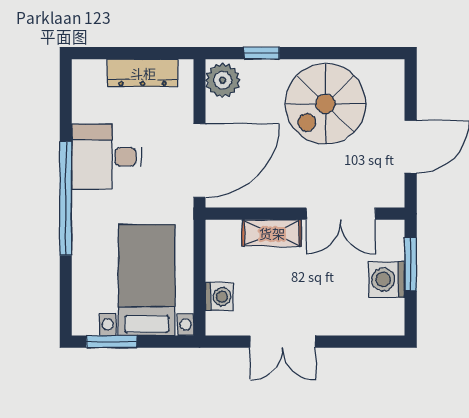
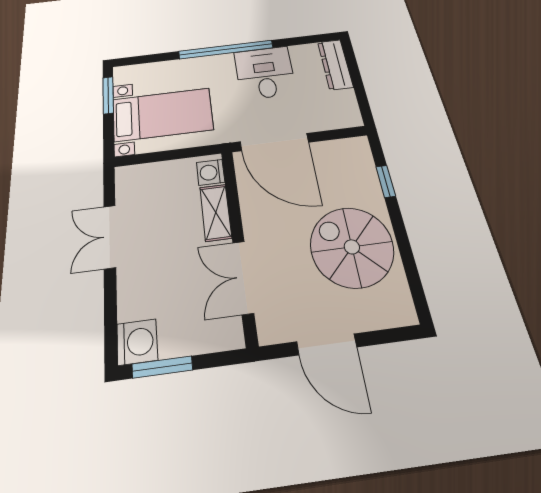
dresser: (143, 73) -> (335, 64), moved
plant: (223, 80) -> (351, 152), removed
window: (411, 264) -> (162, 367), moved
washing machine: (387, 279) -> (137, 342), moved, turned 90
washing machine: (219, 297) -> (211, 172), moved, turned 90

